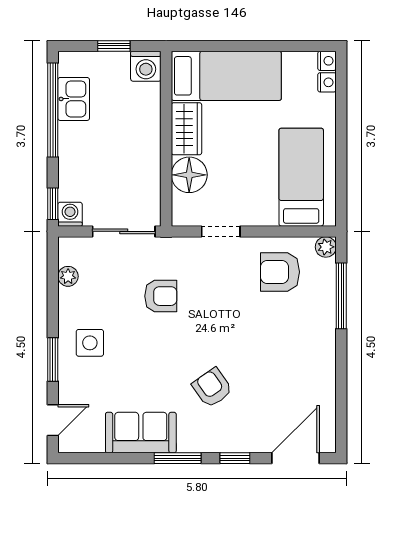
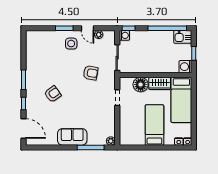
kitchen sink: (74, 99) -> (183, 37), moved
bed: (301, 177) -> (154, 125), moved, turned -90
armchair: (280, 272) -> (100, 122), removed
armchair: (161, 296) -> (90, 73), turned -80
door: (53, 420) -> (87, 28), moved
sofa: (141, 433) -> (72, 137), moved, turned -90

